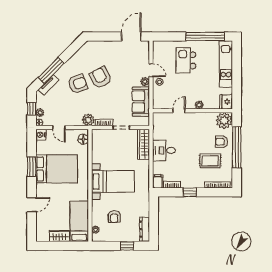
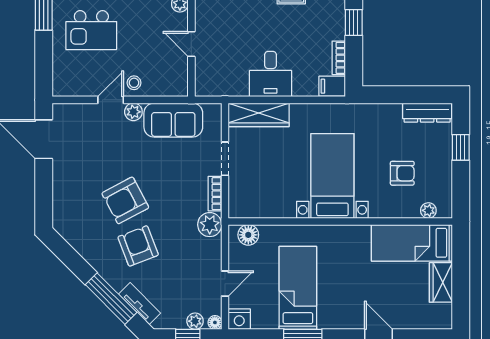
bed: (57, 169) -> (298, 288), width x0.67

